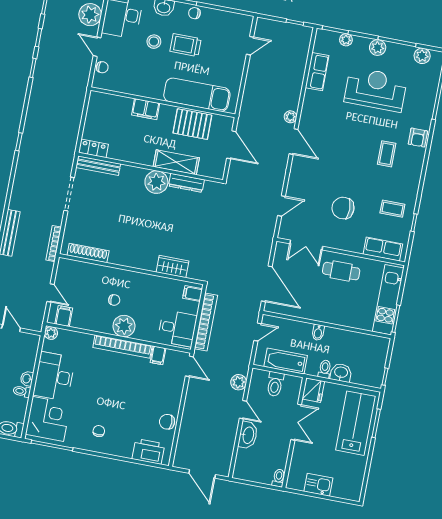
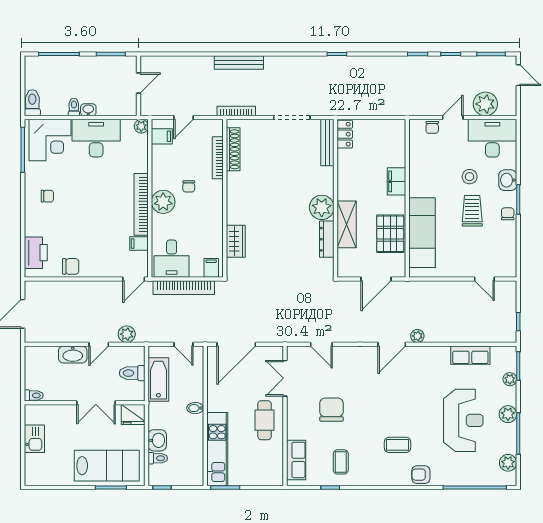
bookcase: (93, 269) -> (218, 158), added
kitchen unit: (388, 300) -> (217, 449), moved, turned 90
toilet: (325, 369) -> (158, 458), moved
chair: (167, 422) -> (71, 266), turned 90

